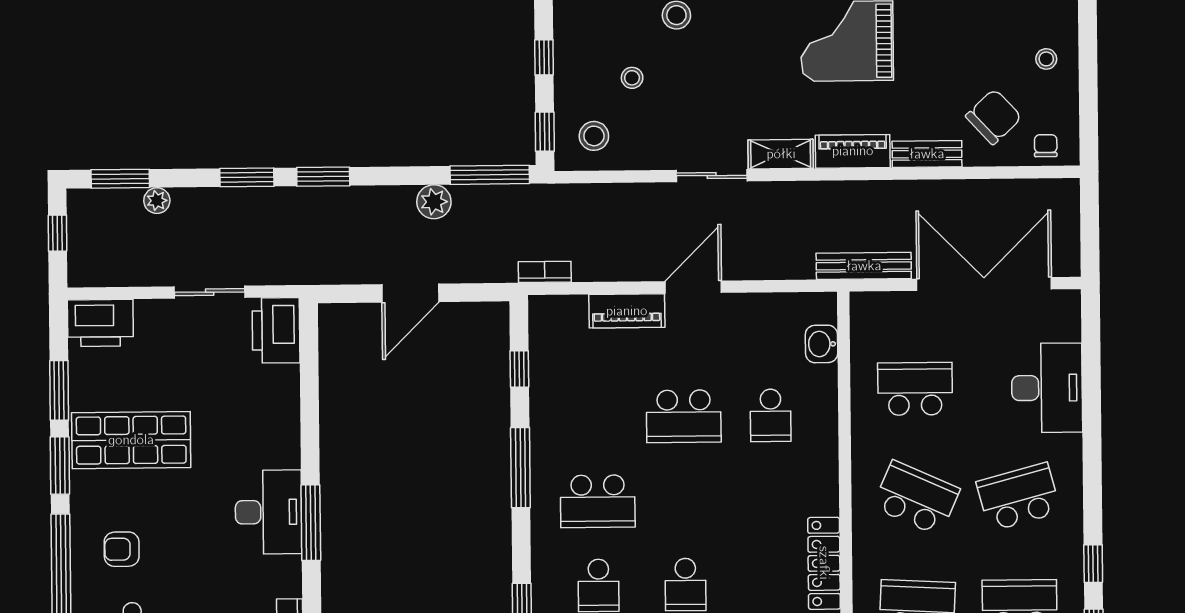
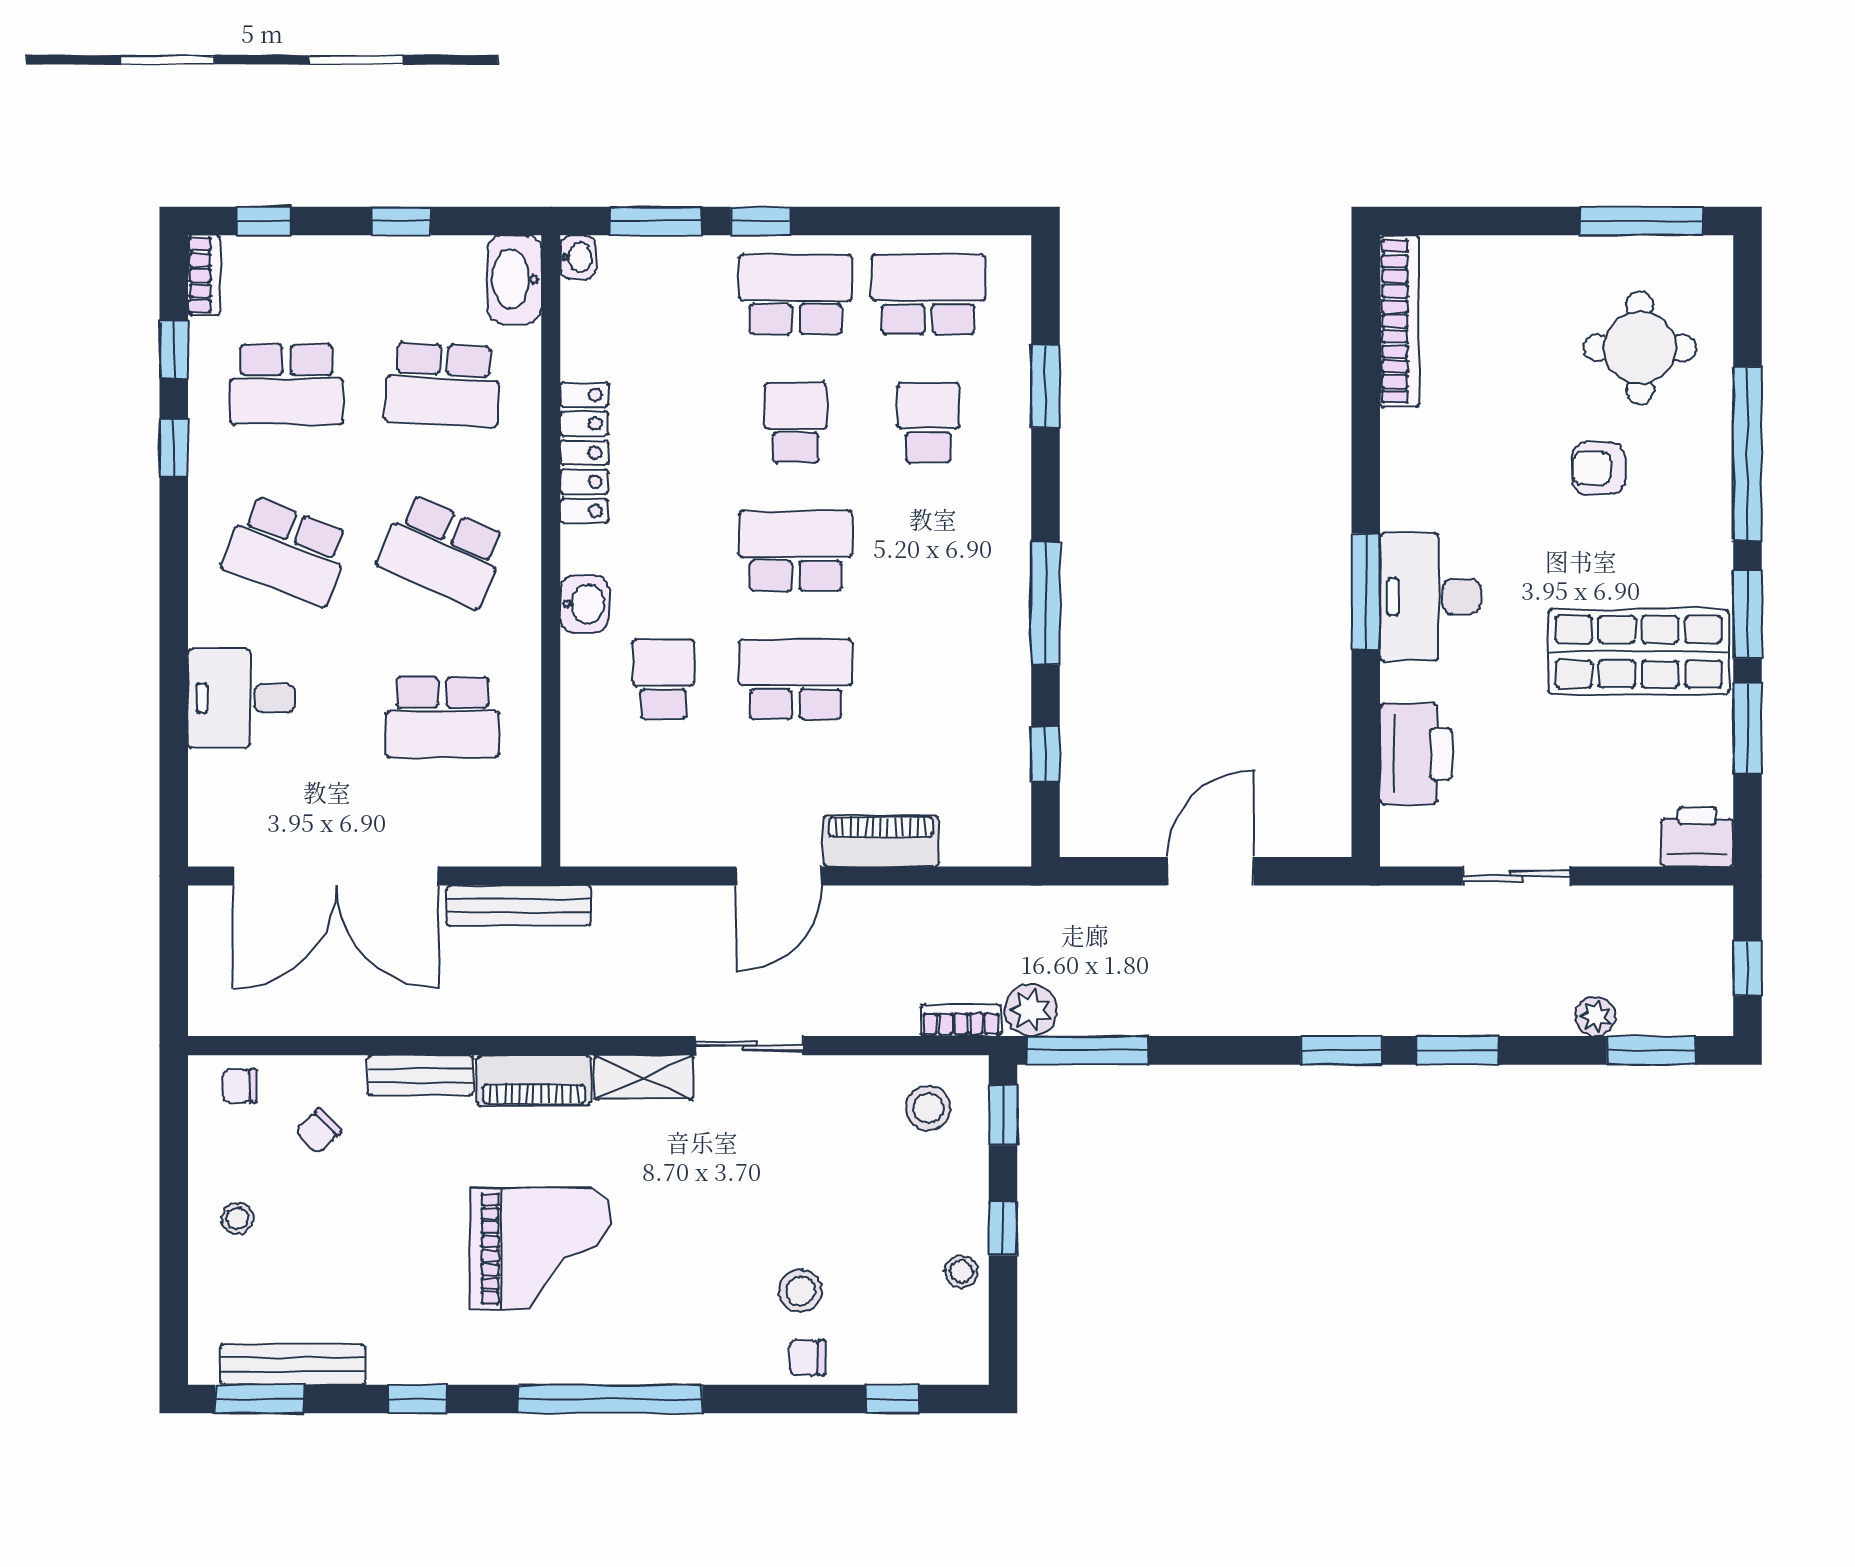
stool: (632, 78) -> (961, 1271), moved
chair: (994, 117) -> (318, 1131), width x0.54, depth x0.54
chair: (1046, 146) -> (240, 1086), turned 90
plant: (434, 202) -> (1031, 1010), moved
bookcase: (545, 272) -> (961, 1020), moved, turned 180
printer: (100, 323) -> (1697, 837), width x0.73, depth x0.84
printer: (276, 330) -> (1416, 754), moved
washbasin: (822, 344) -> (584, 604), moved
desk: (1047, 388) -> (241, 698), width x0.73
school desk: (1018, 497) -> (287, 551), turned 36
school desk: (598, 501) -> (796, 551), moved
desk: (268, 512) -> (1430, 597), moved
window: (311, 523) -> (1366, 592), moved
armchair: (122, 549) -> (1598, 468), moved, turned 180

